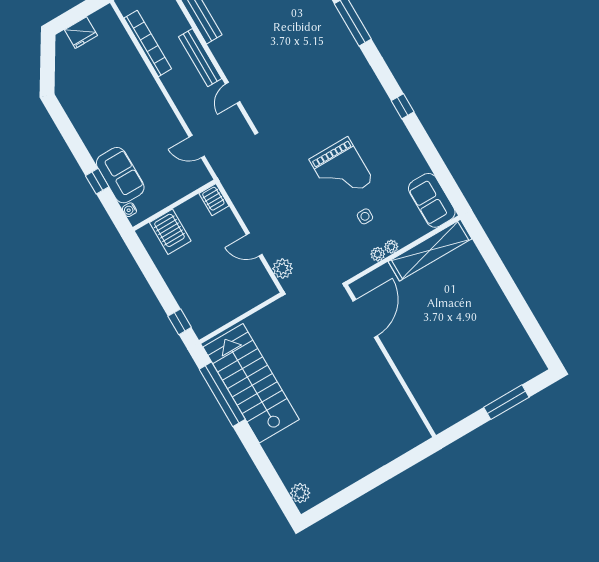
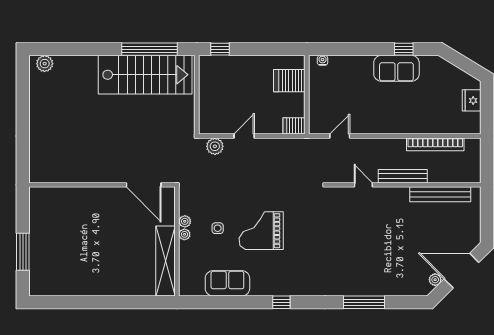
sofa: (120, 175) -> (396, 68), moved
window: (97, 181) -> (404, 49), moved
sofa: (432, 200) -> (227, 283), moved

